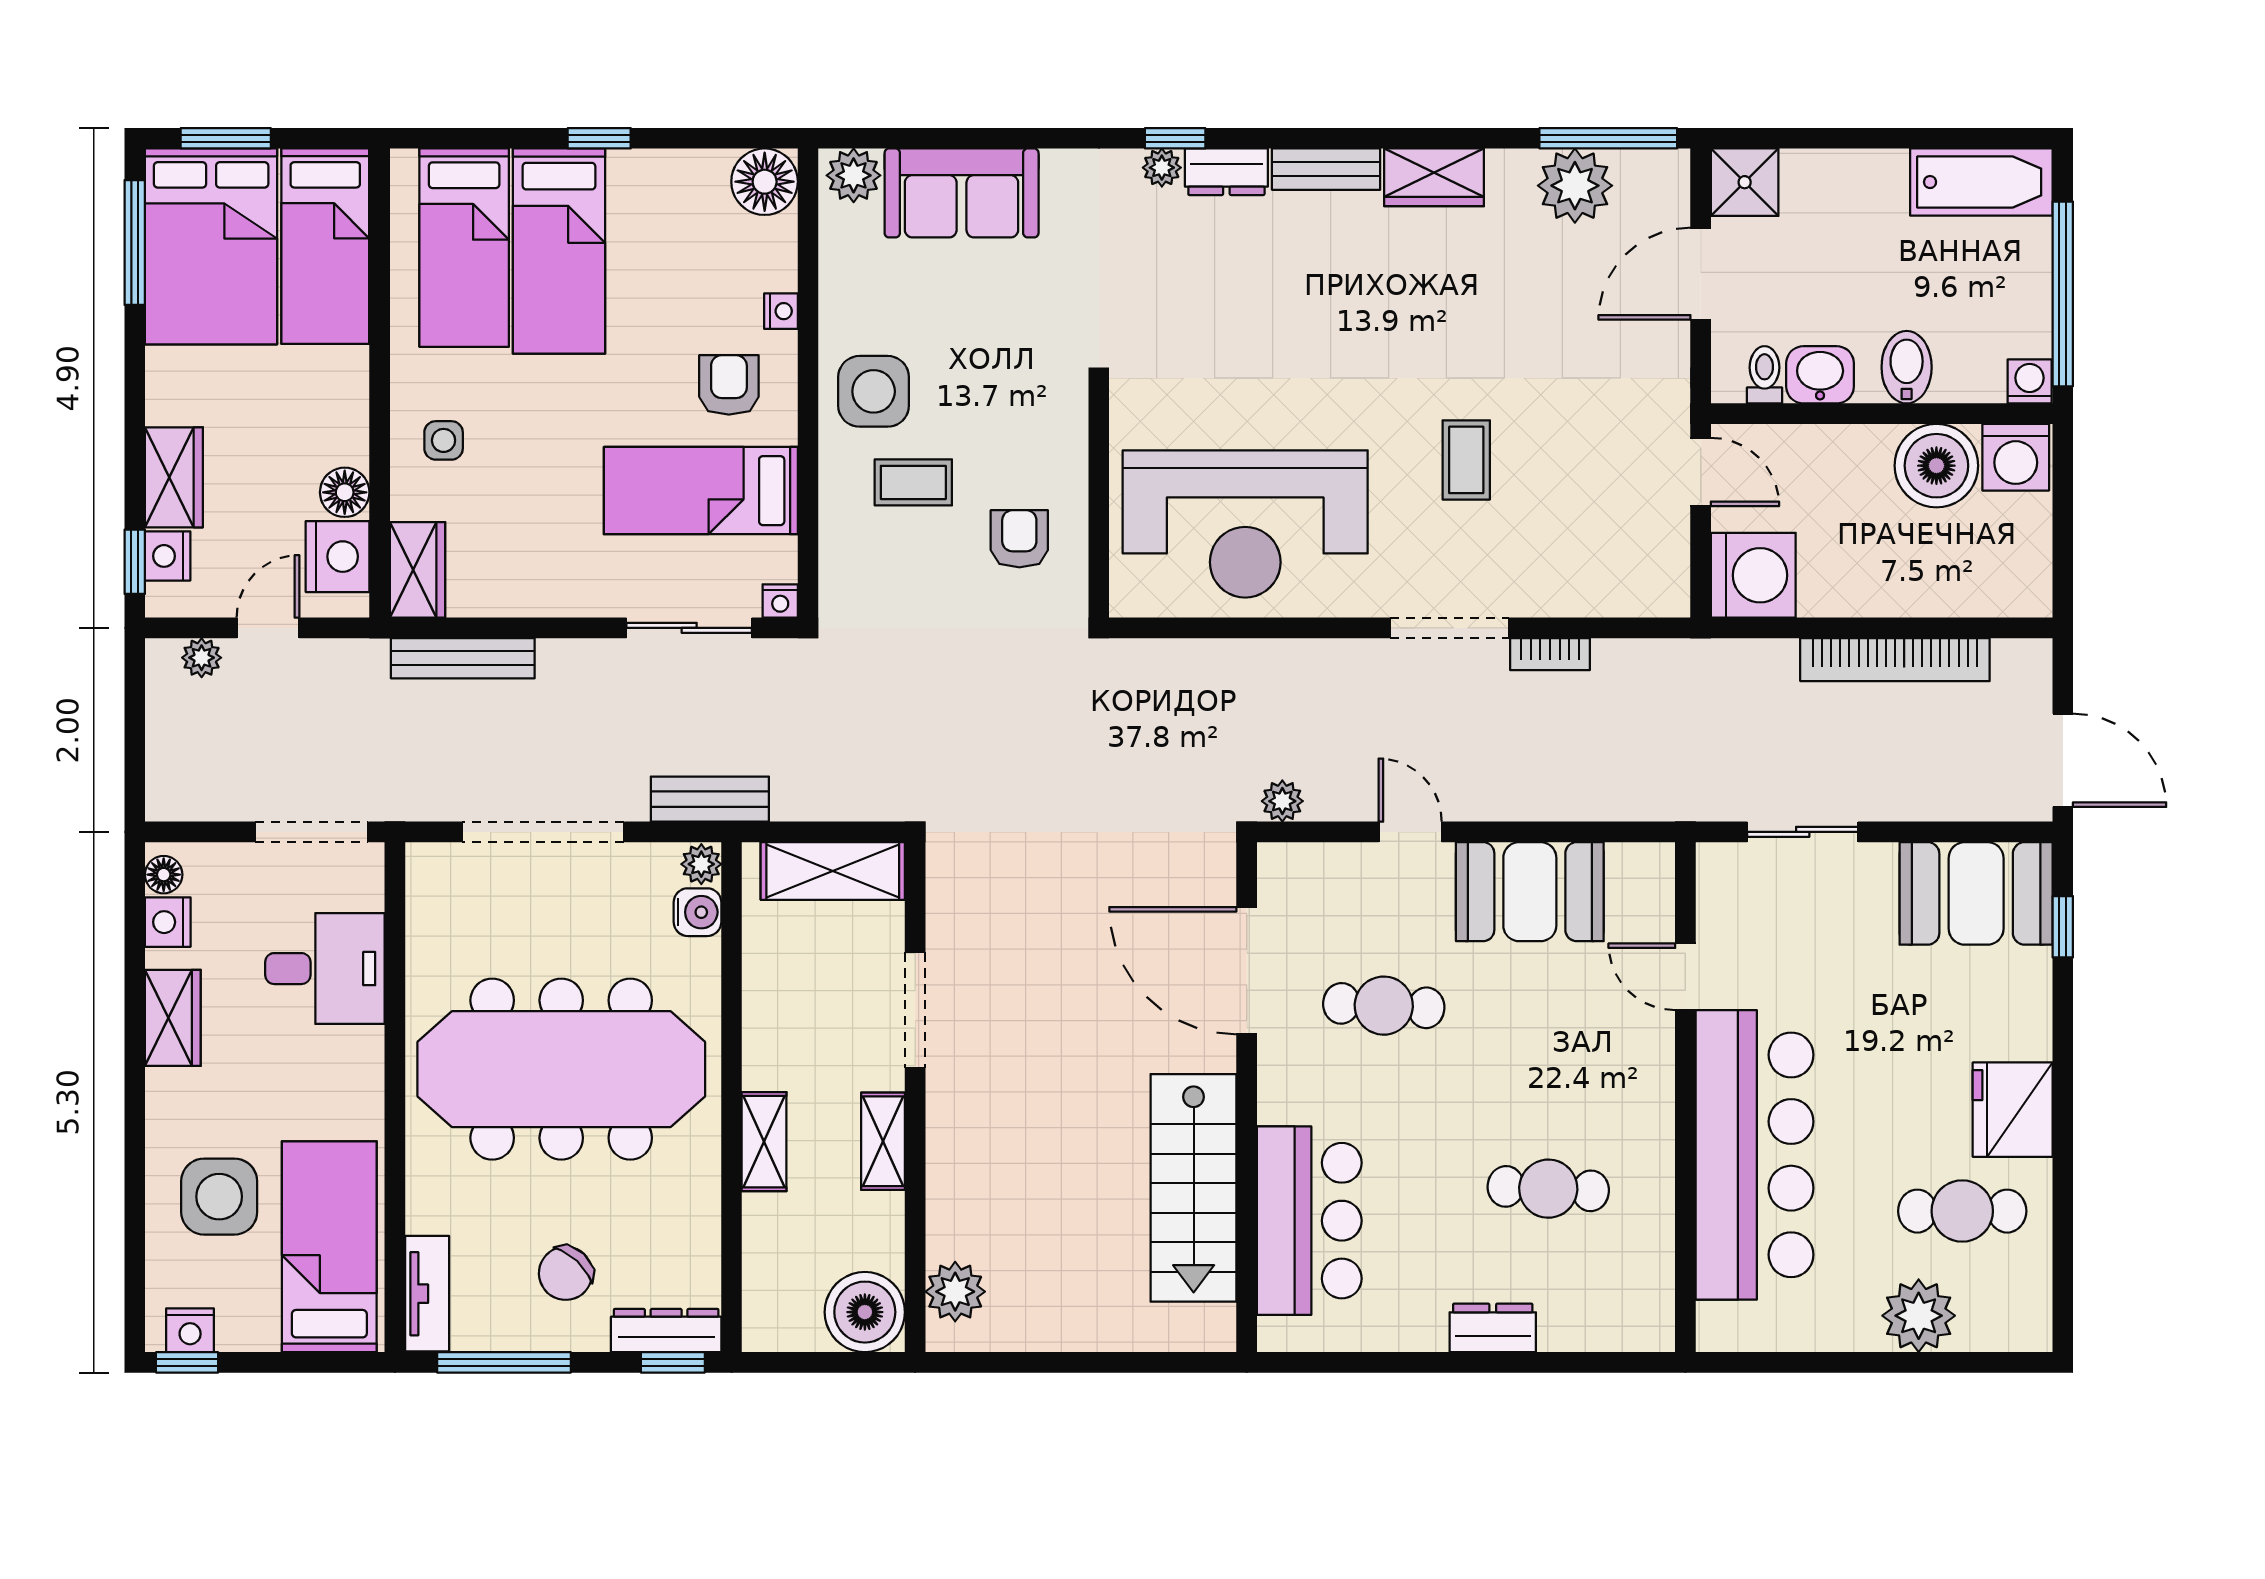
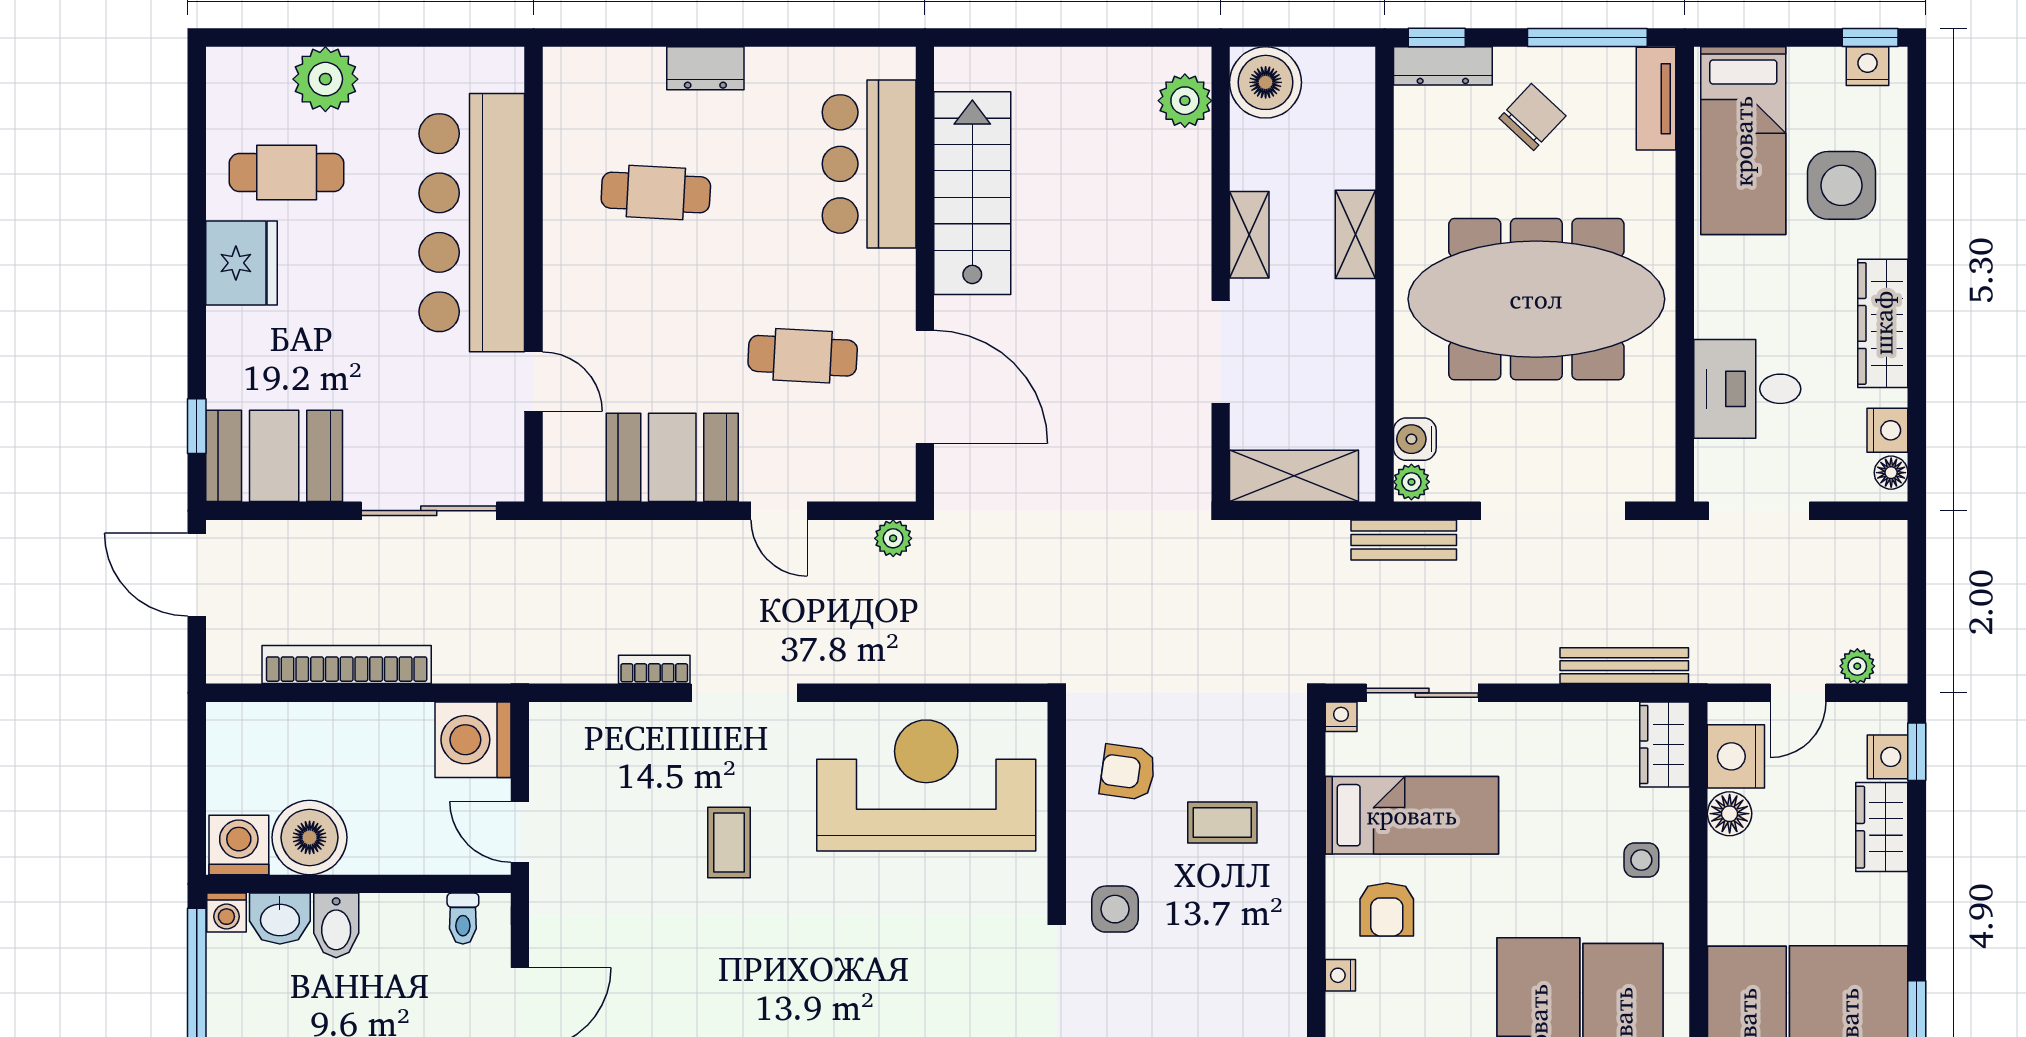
washbasin: (1820, 375) -> (280, 919), moved
side table: (874, 391) -> (1115, 909), moved, width x0.73, depth x0.73
armchair: (1019, 539) -> (1128, 772), turned 98
sliding door: (1803, 832) -> (429, 511), width x1.37
wardrobe: (173, 1018) -> (1883, 323), width x1.50

